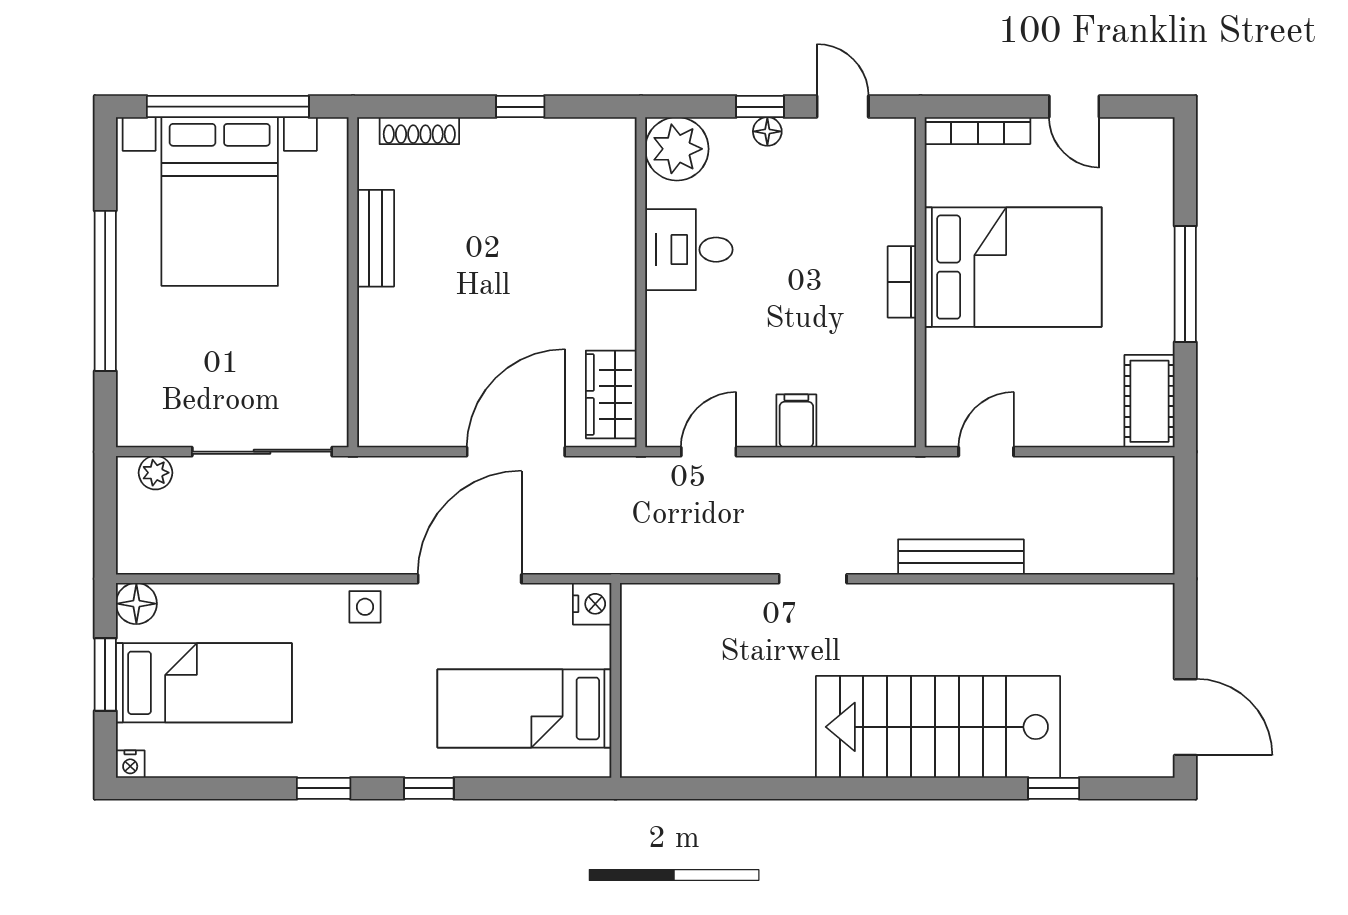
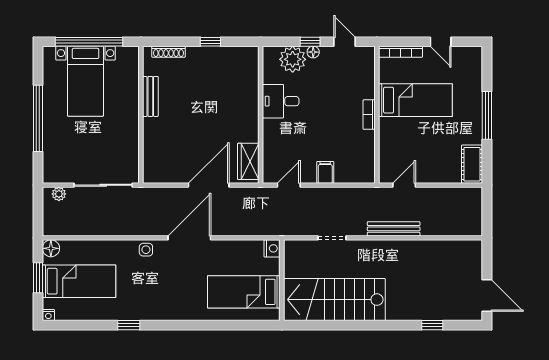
plant: (677, 149) -> (293, 59), moved
bed with nightstands: (220, 202) -> (86, 81), width x0.73
bed: (1013, 267) -> (415, 100), width x0.67
nightstand: (592, 604) -> (272, 248), moved
wall: (616, 680) -> (282, 280), moved
bed: (524, 708) -> (244, 292), moved
stairs: (938, 727) -> (334, 300), moved
window: (429, 788) -> (173, 325), removed

